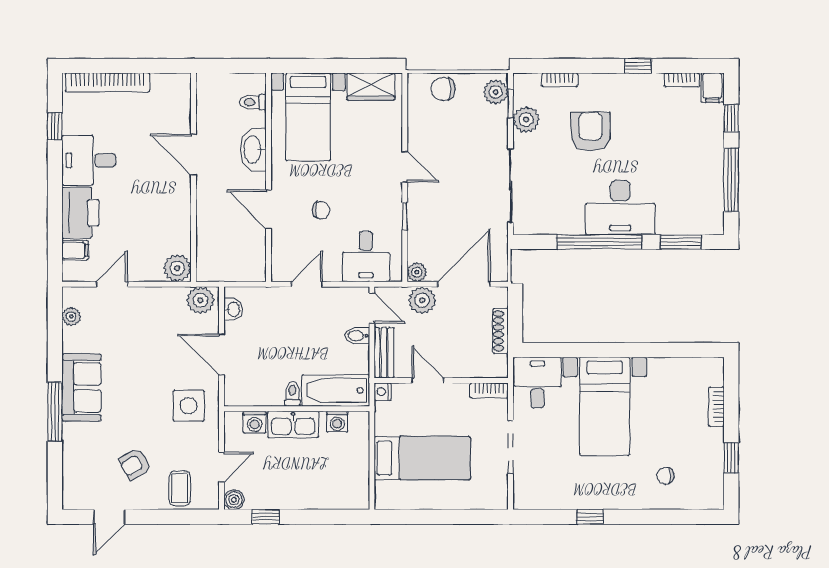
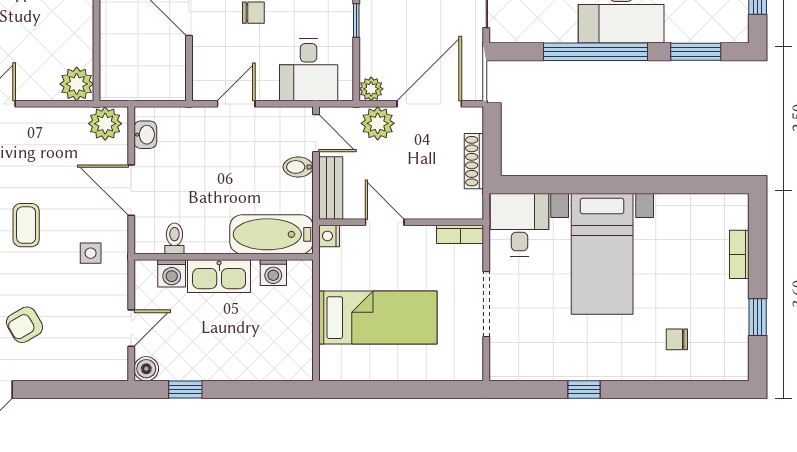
toilet: (292, 394) -> (174, 238), moved
side table: (189, 406) -> (91, 253), width x0.54, depth x0.54
coffee table: (180, 488) -> (26, 225), moved

